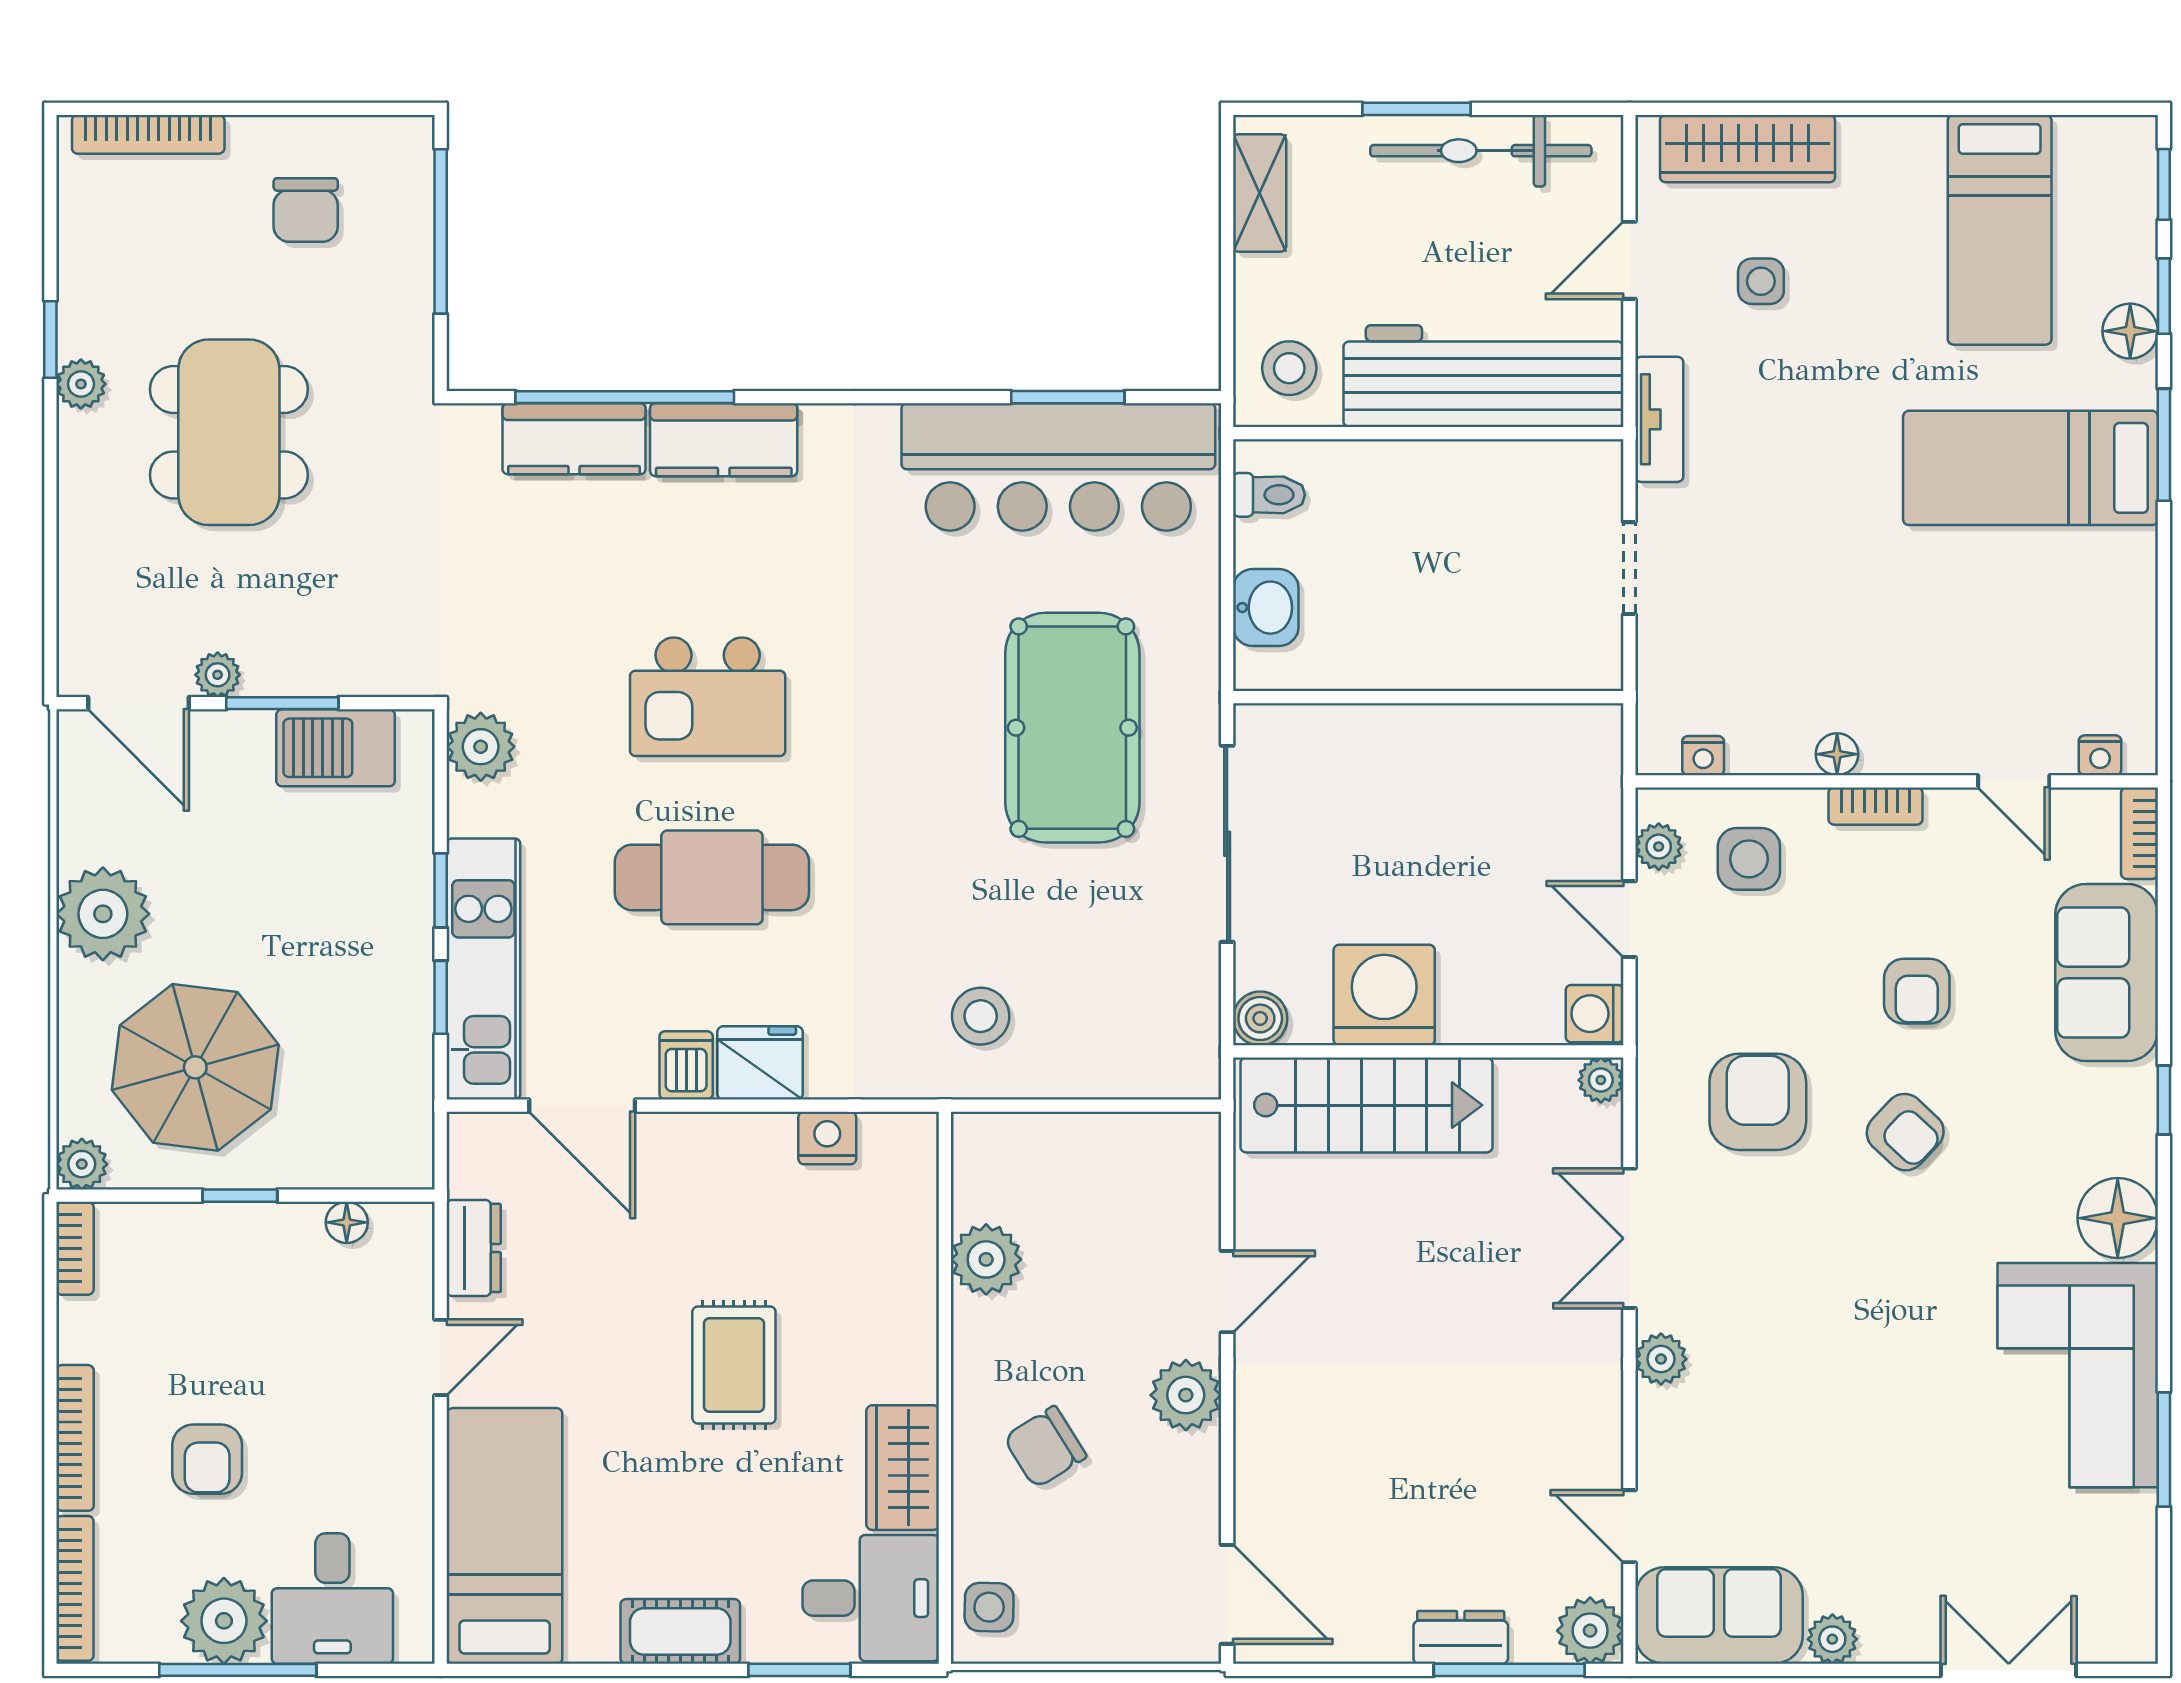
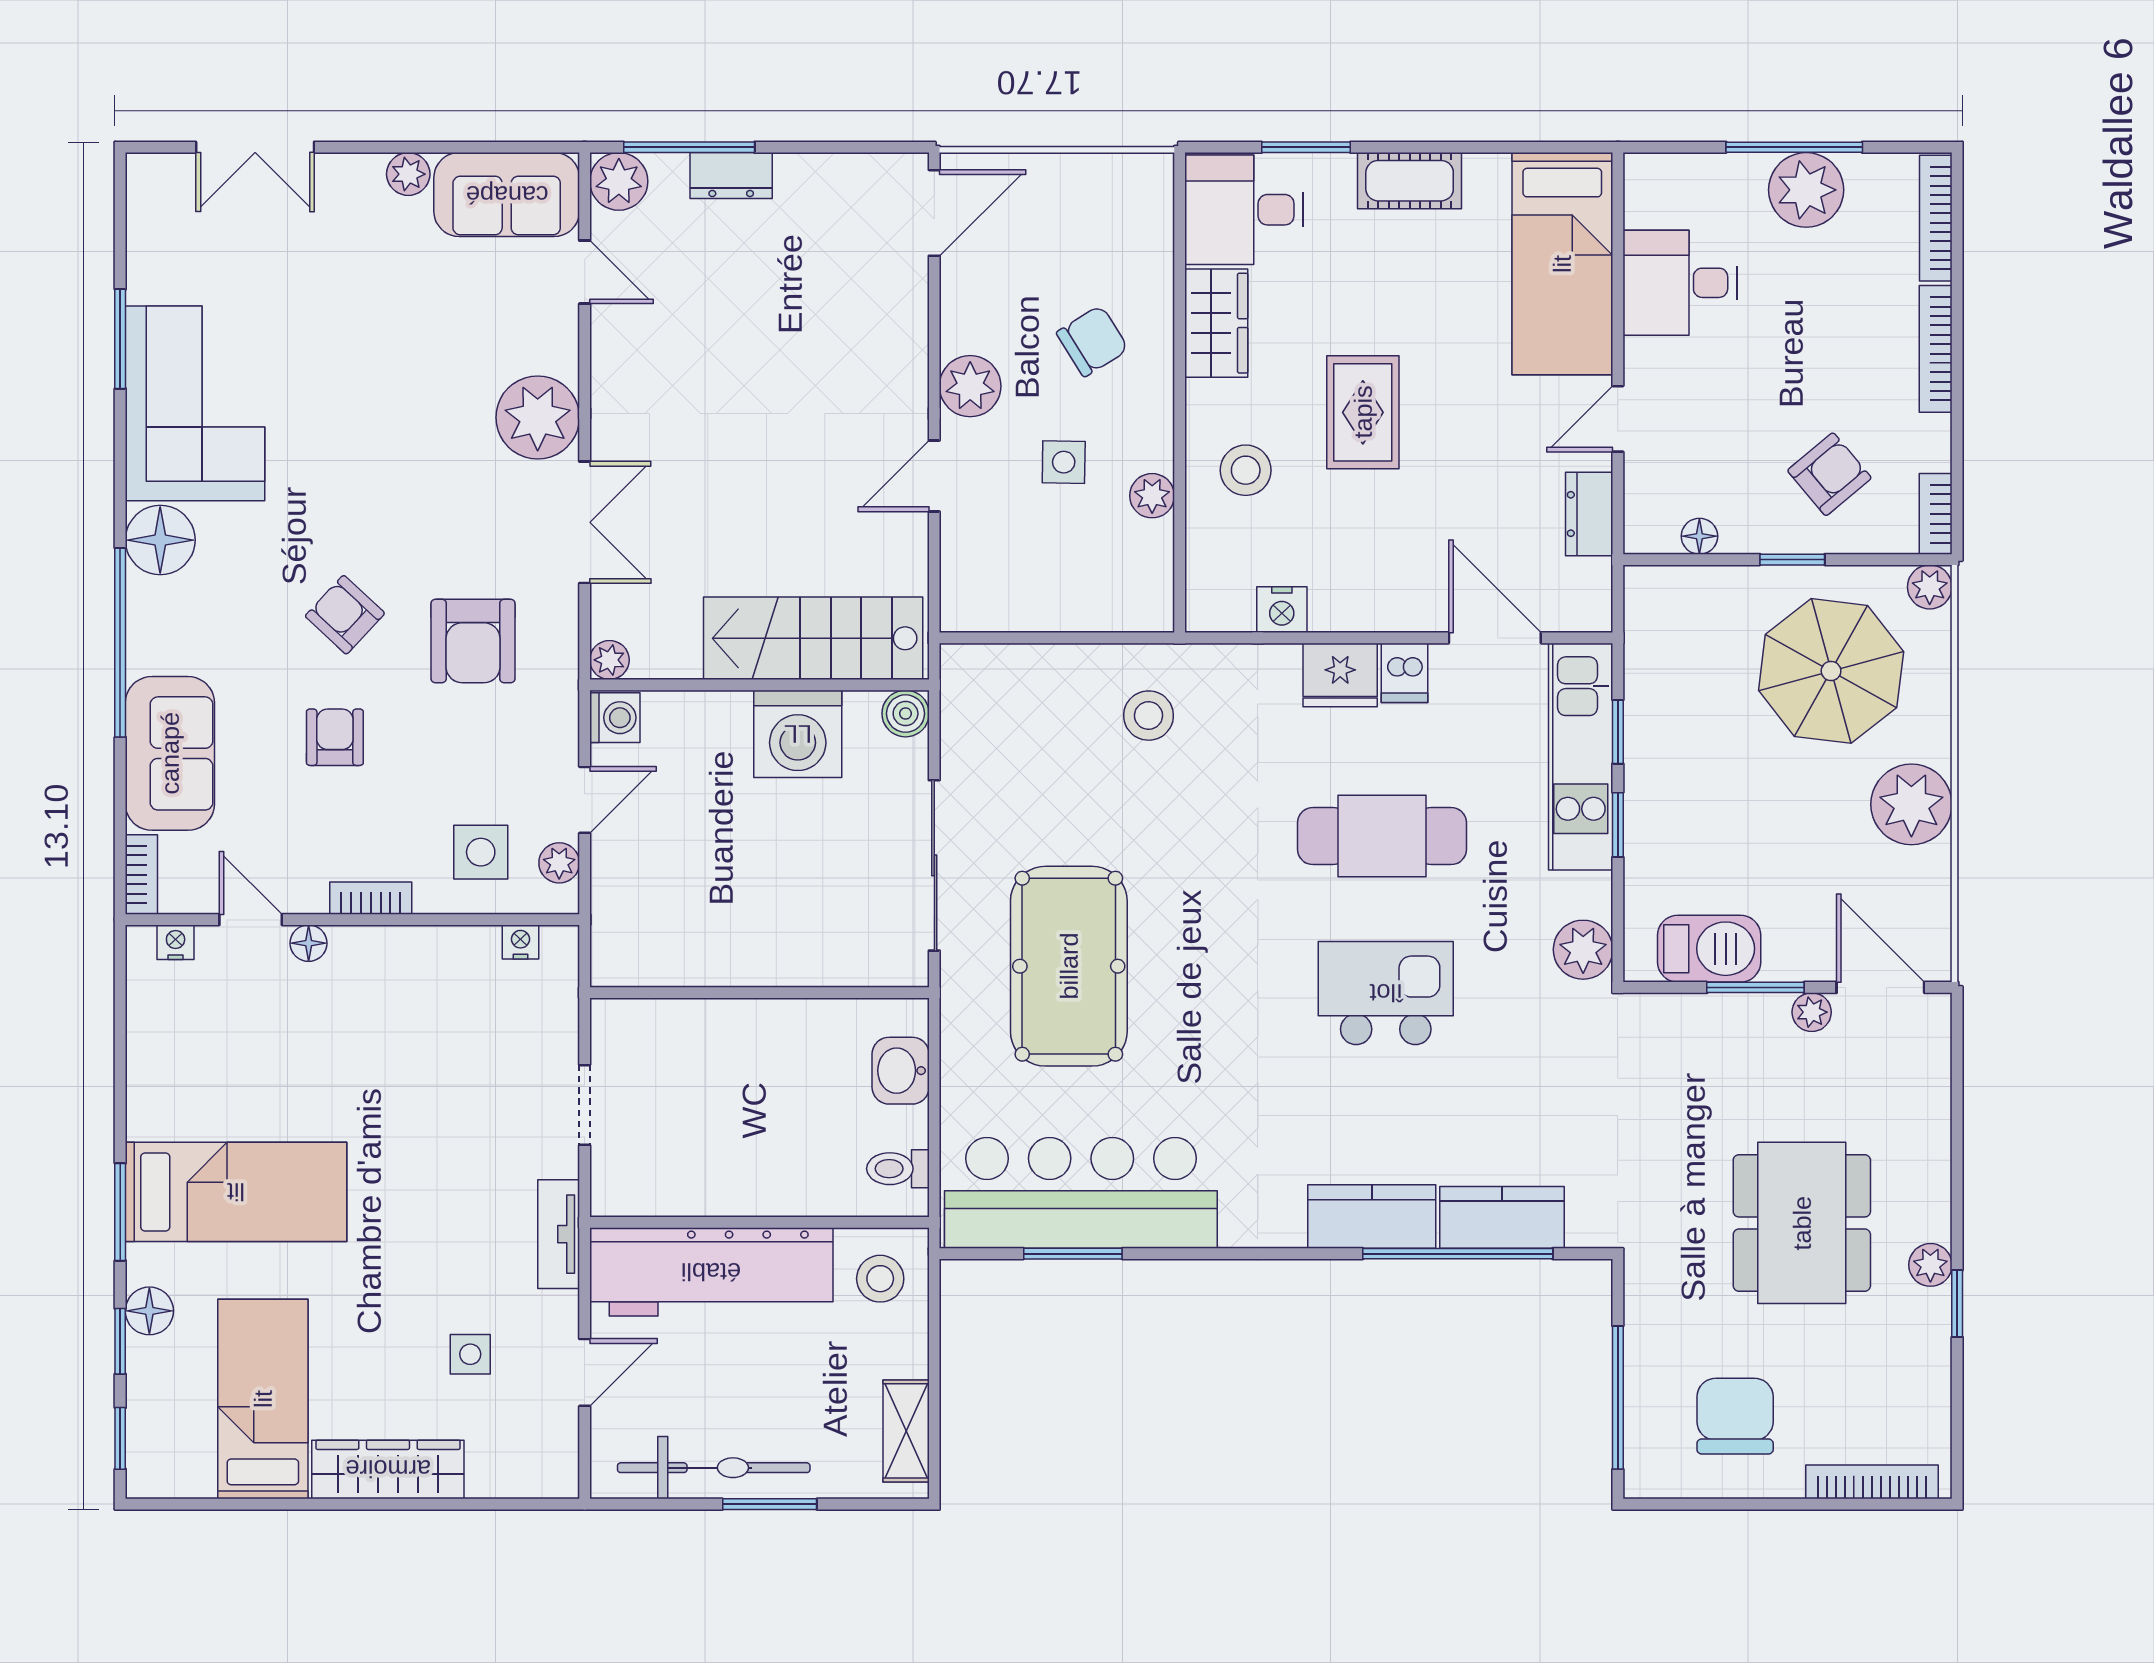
wardrobe: (1748, 149) -> (388, 1469), moved
chair: (306, 210) -> (1735, 1416), width x1.37, depth x1.37
floor lamp: (1837, 754) -> (309, 943), moved
door: (1629, 919) -> (585, 800), hinge flipped
window: (2164, 1100) -> (120, 643), width x3.17
plant: (986, 1259) -> (1152, 496), width x0.73, depth x0.73
stool: (869, 1298) -> (1246, 470), added
plant: (1661, 1359) -> (538, 417), width x1.87, depth x1.87
armchair: (207, 1459) -> (1829, 474), moved, turned 50
door: (1227, 1594) -> (934, 213), swing flipped
desk: (332, 1599) -> (1680, 283), moved, turned -90
side table: (989, 1607) -> (1064, 462), moved

